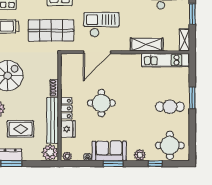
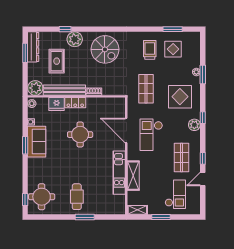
checkout: (102, 25) -> (151, 135), turned 180
shop shelf: (51, 30) -> (146, 89), width x0.70, depth x0.74
kitchen unit: (166, 60) -> (119, 173), moved
plant: (140, 155) -> (33, 169), removed
window: (155, 164) -> (25, 200), moved

